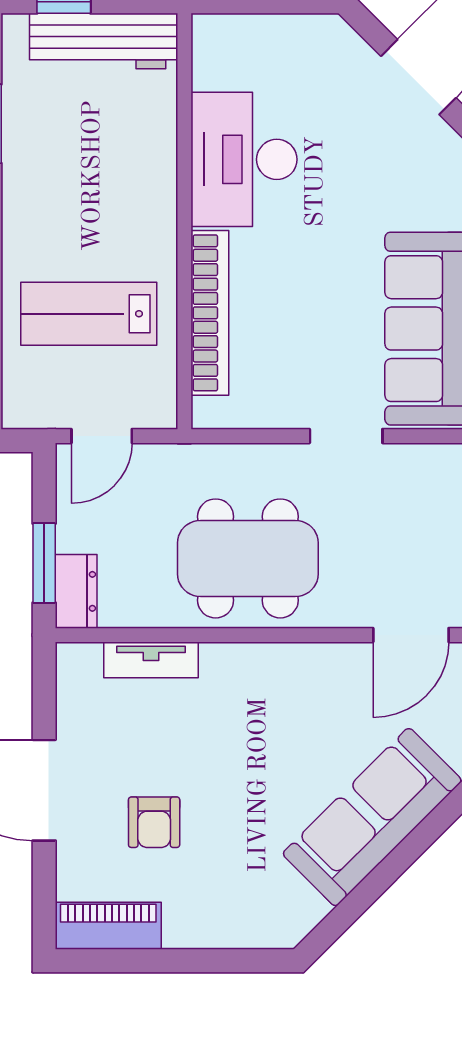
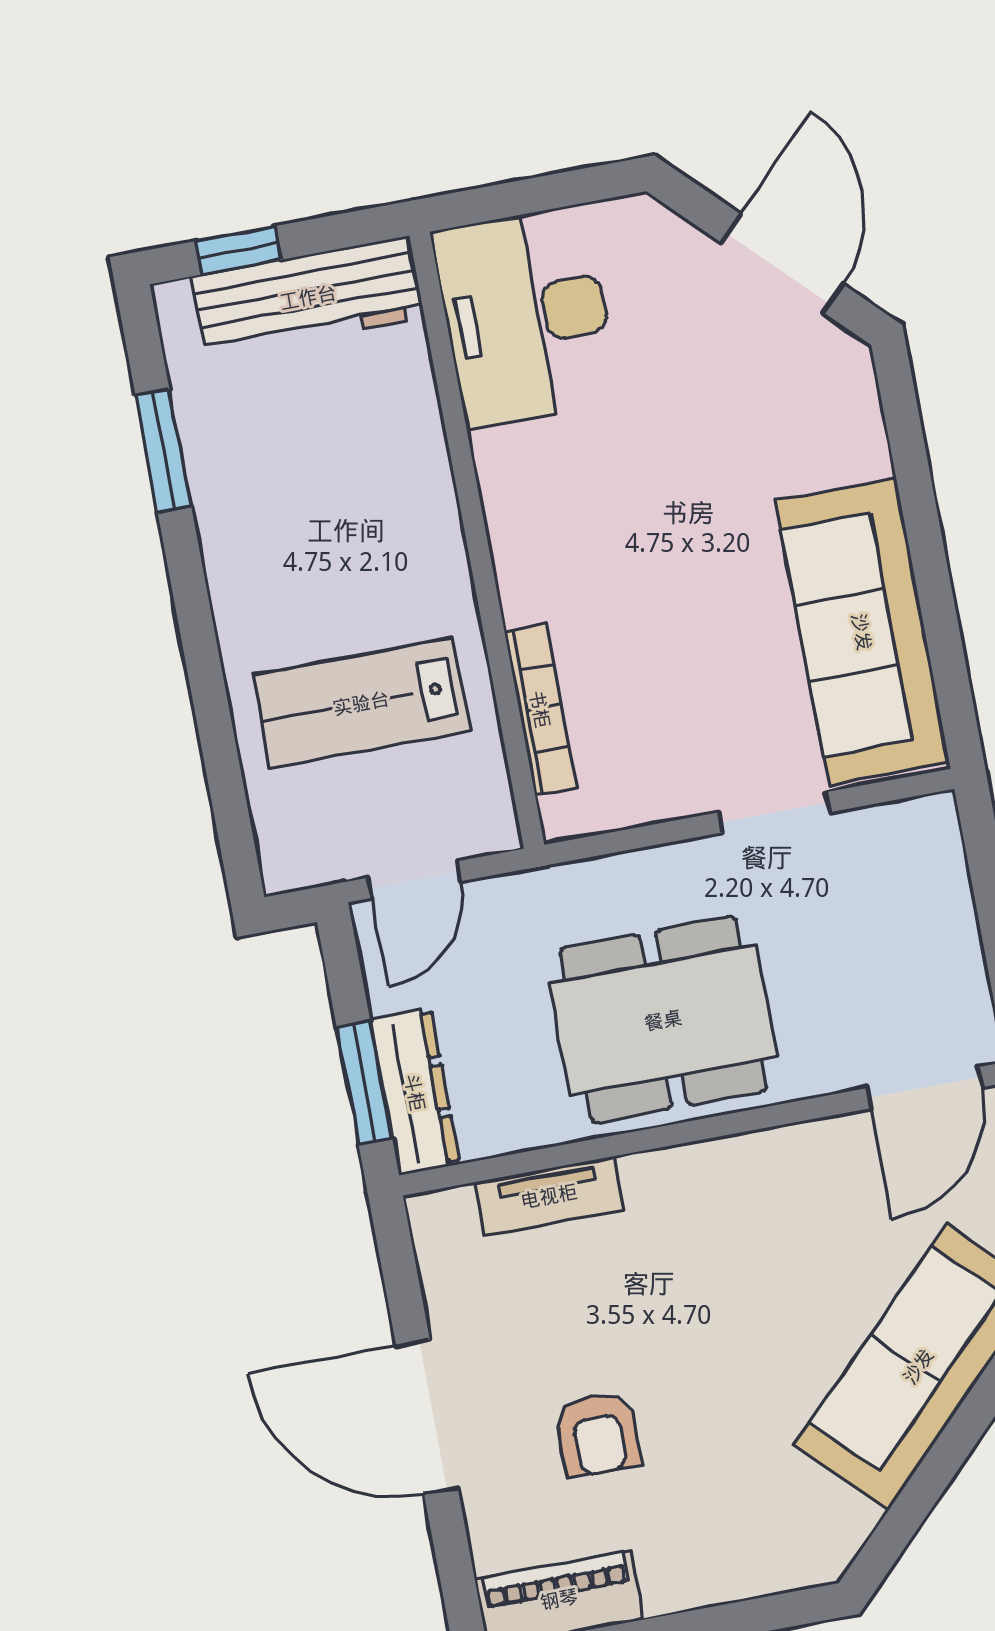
desk: (244, 159) -> (526, 316), moved
bookcase: (210, 313) -> (540, 709), width x0.68, depth x0.76
dresser: (76, 591) -> (415, 1092), width x1.44

